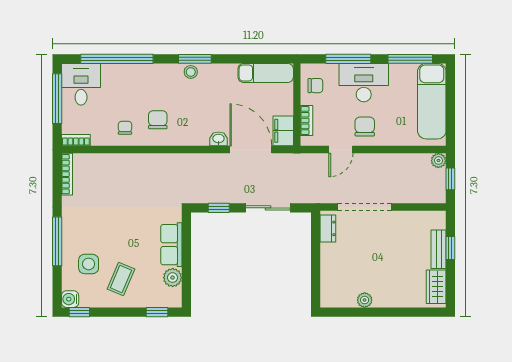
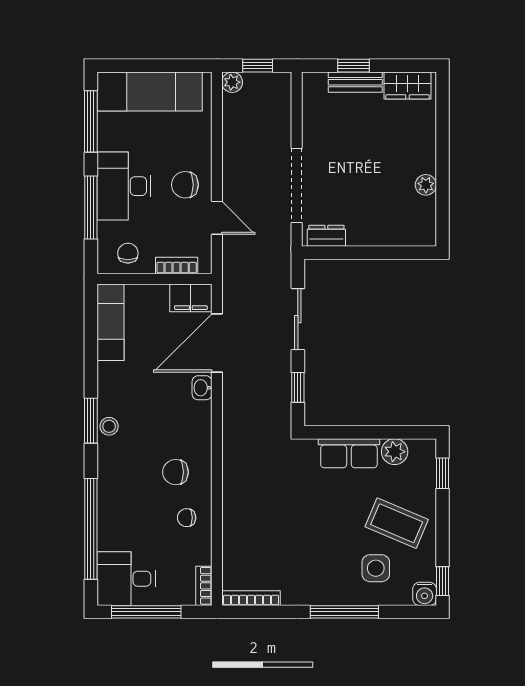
coffee table: (121, 279) -> (397, 523), width x1.36, depth x1.30

